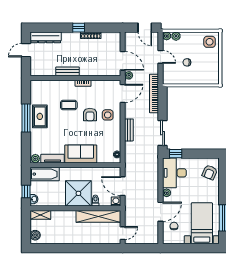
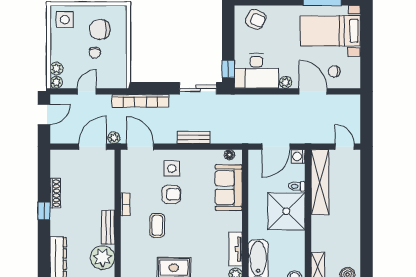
chair: (203, 66) -> (100, 29), added
plant: (47, 68) -> (103, 258), added
sofa: (81, 154) -> (229, 188), moved

